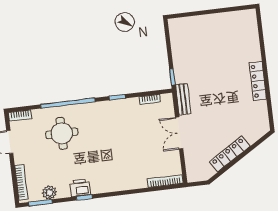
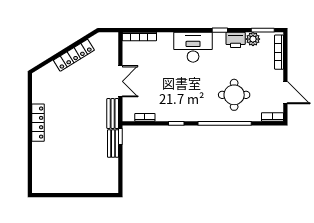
bench: (179, 69) -> (113, 144), added
desk: (109, 177) -> (193, 47), added
printer: (80, 188) -> (236, 40), moved

